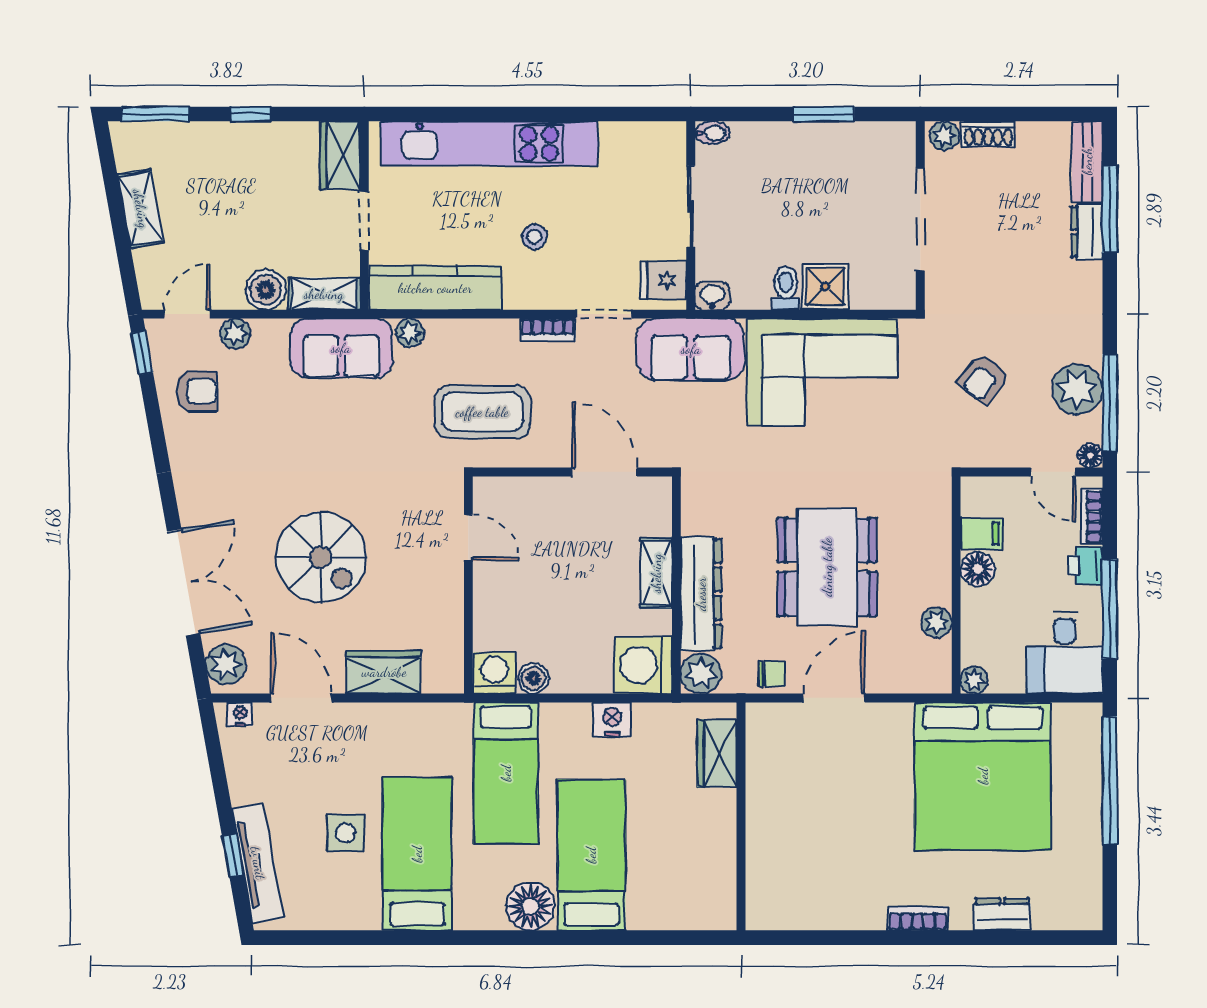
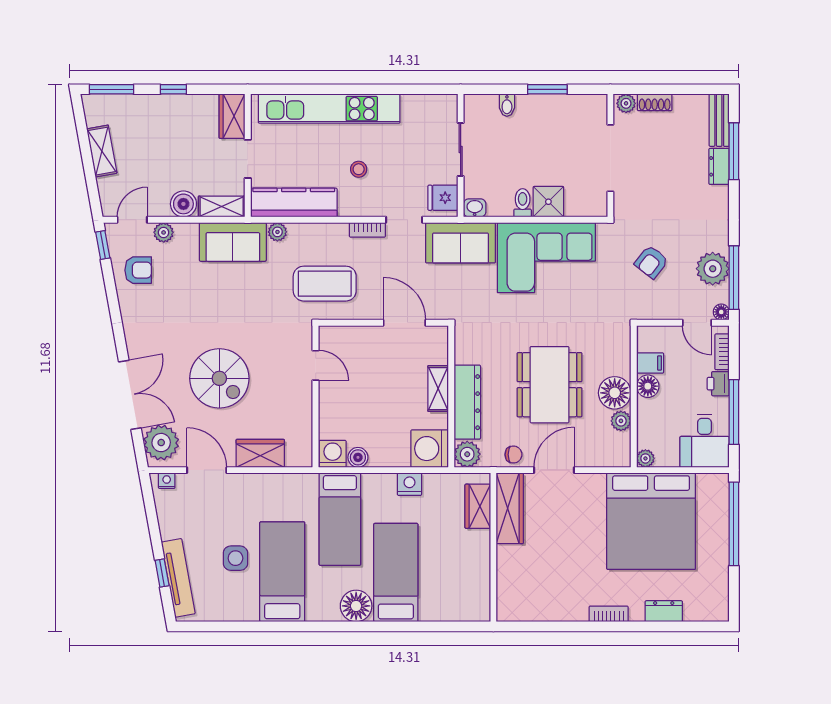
bidet: (712, 133) -> (507, 105), moved, turned 90
floor lamp: (927, 579) -> (615, 393), added
plant: (226, 664) -> (161, 443), width x1.36, depth x1.36
wardrobe: (766, 756) -> (510, 508), added

